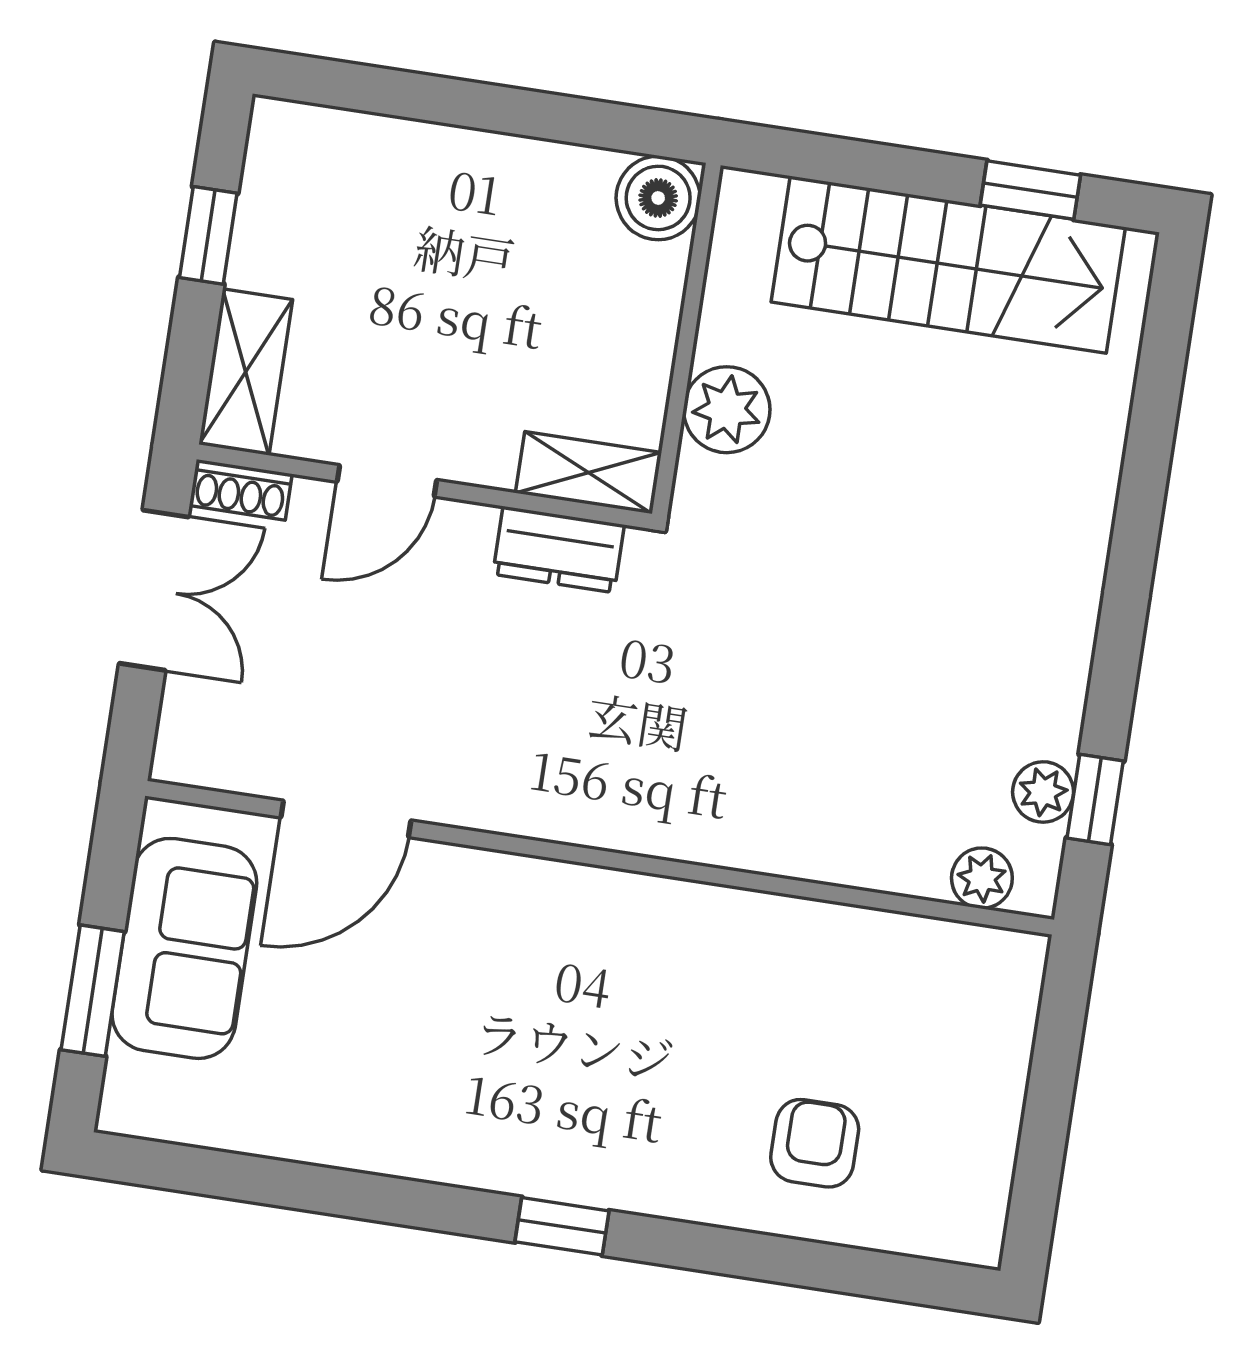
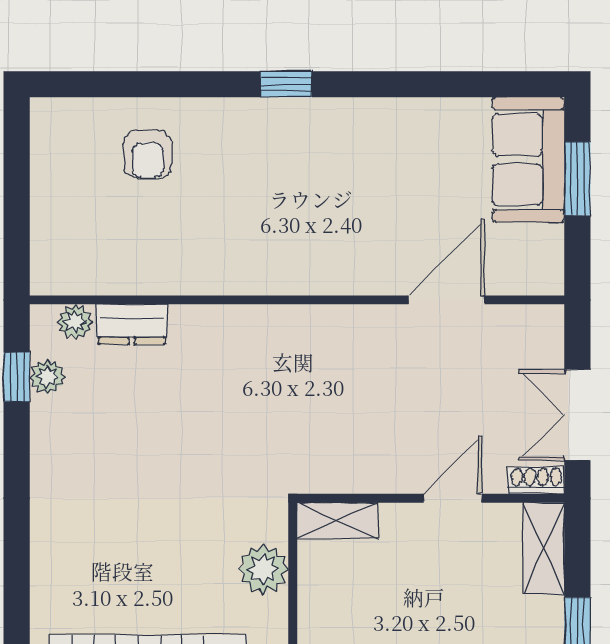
dresser: (558, 550) -> (132, 324), moved, turned 180
sofa: (184, 948) -> (528, 160), moved

